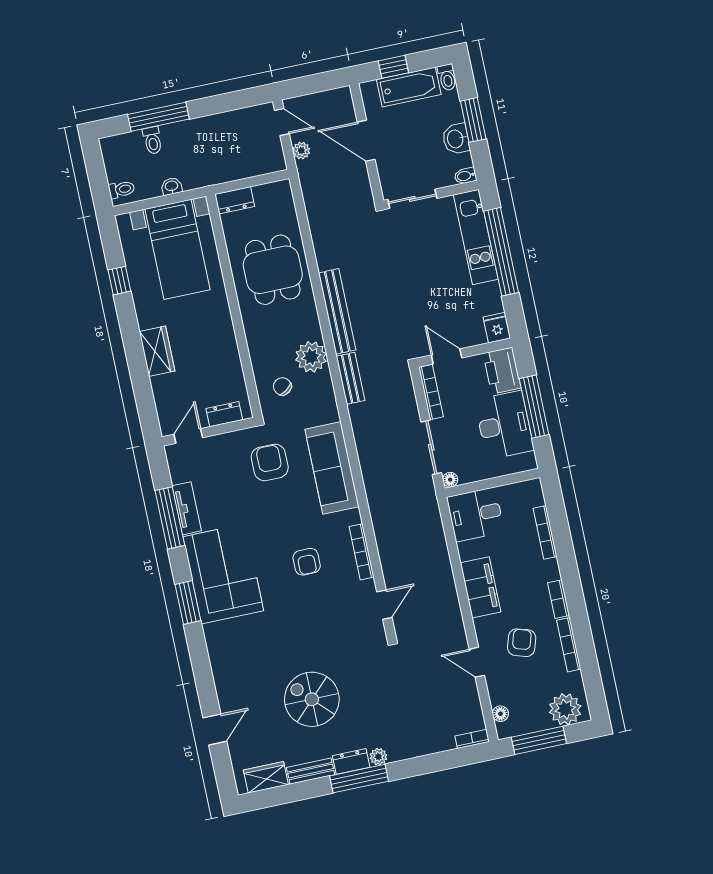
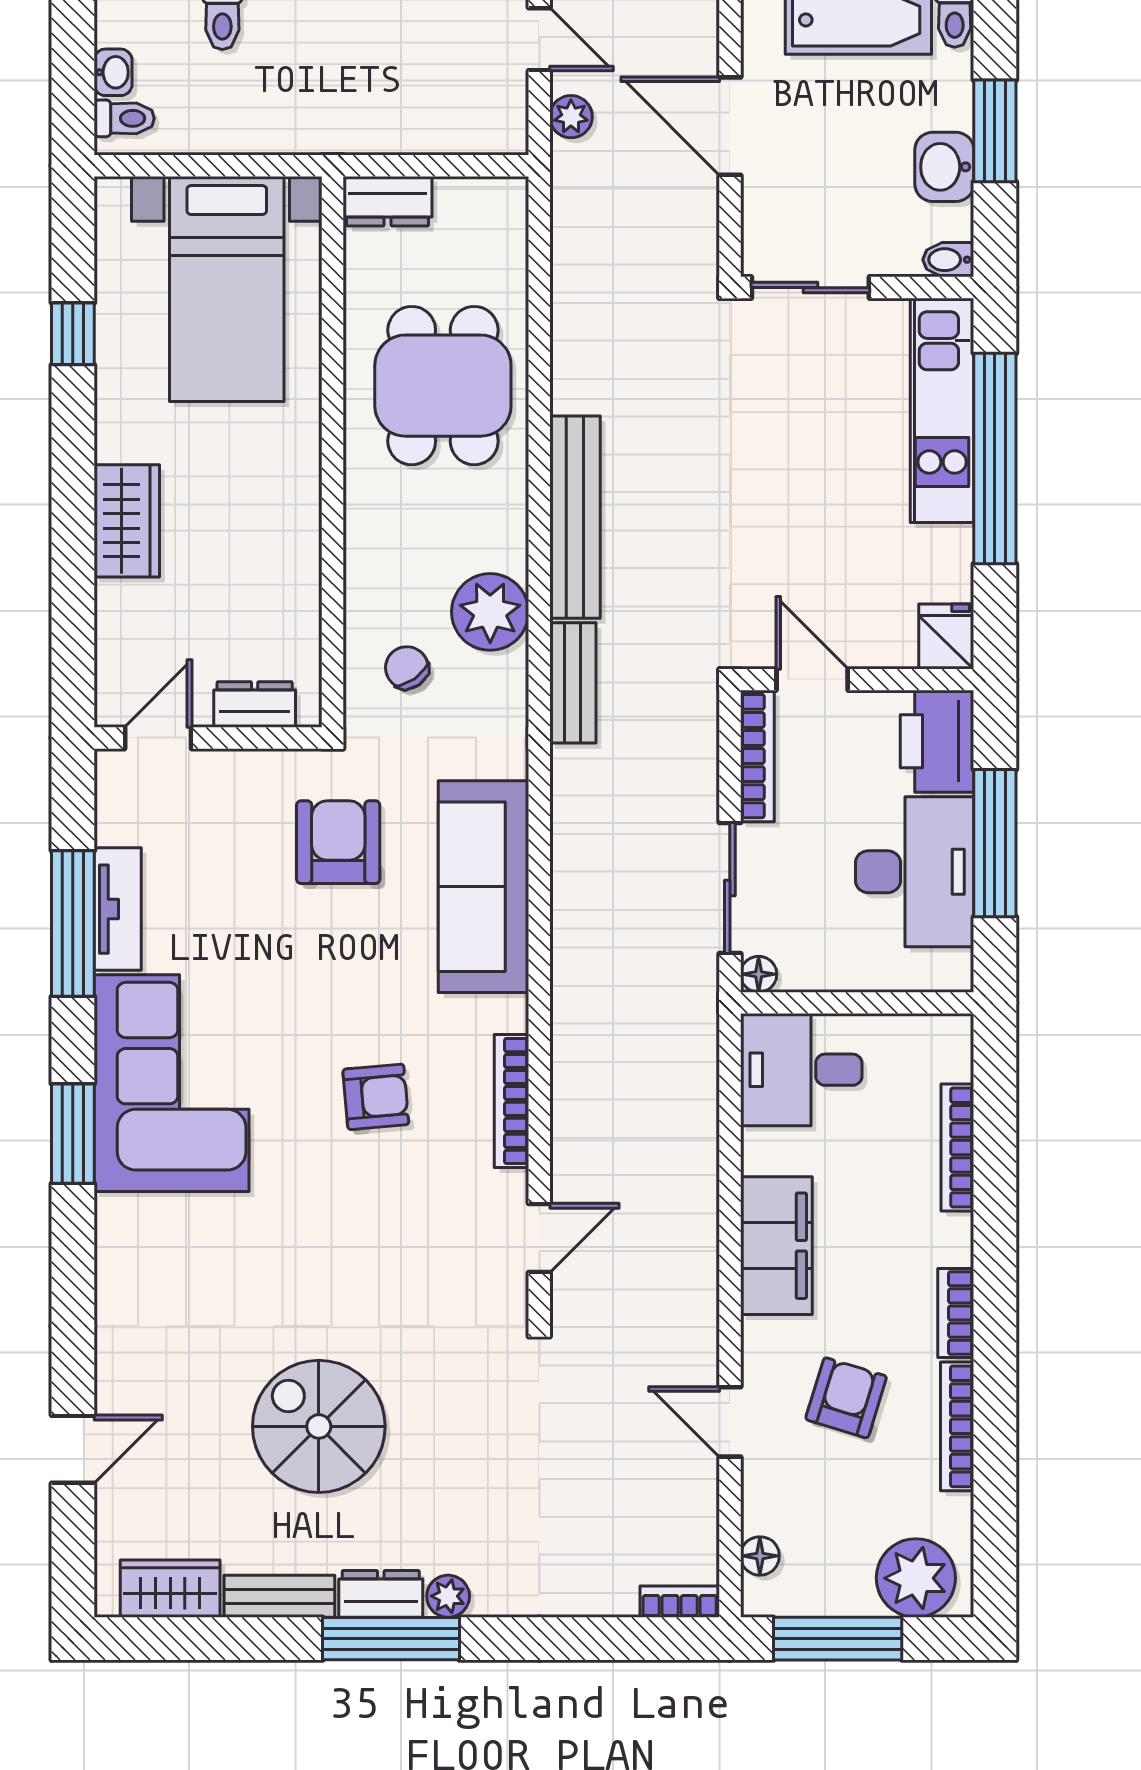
washbasin: (172, 186) -> (113, 72), moved, turned 90
armchair: (307, 562) -> (376, 1097), turned -95

